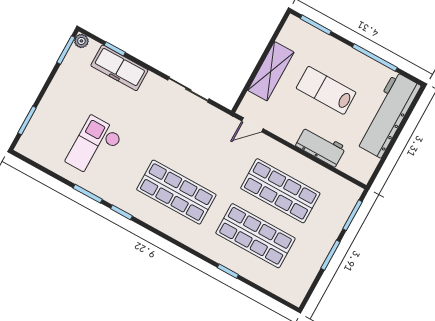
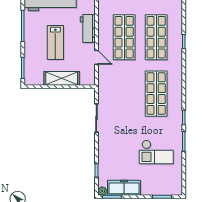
freezer: (119, 68) -> (124, 188), moved, turned -90
door: (252, 125) -> (96, 57), moved

